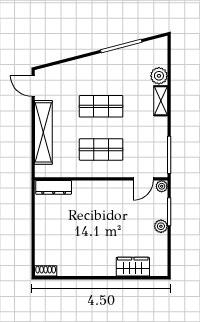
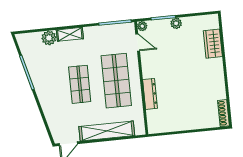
shop shelf: (101, 149) -> (116, 81), width x1.43, depth x1.36
dresser: (54, 187) -> (150, 94), moved
shoe rack: (46, 271) -> (223, 113), width x1.43

